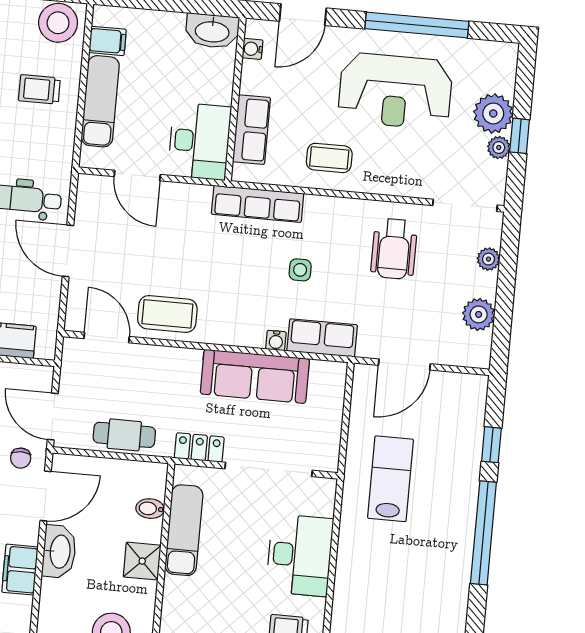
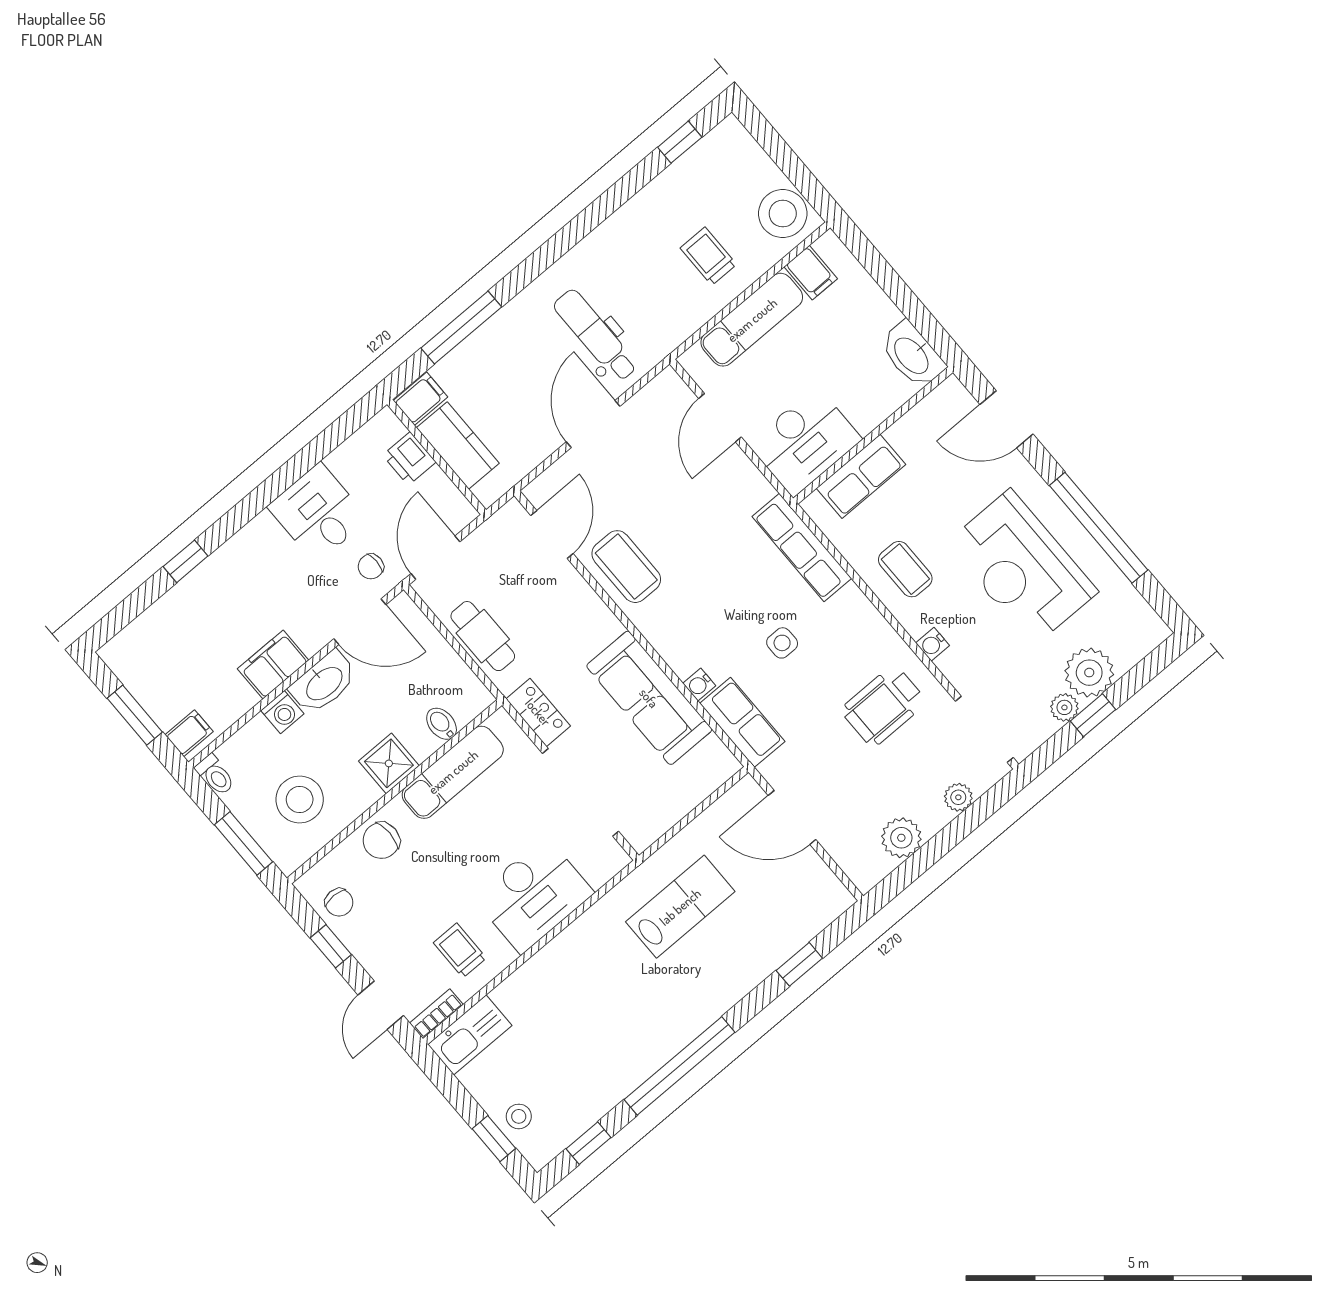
water cooler: (252, 49) -> (933, 644), moved, turned -90
window: (483, 533) -> (680, 1066), moved
washing machine: (52, 592) -> (282, 712), added
chair: (181, 610) -> (381, 840), added

